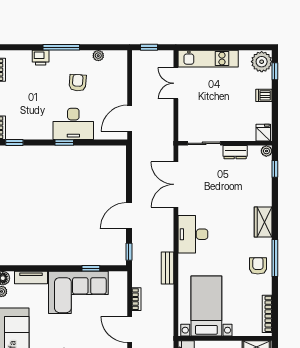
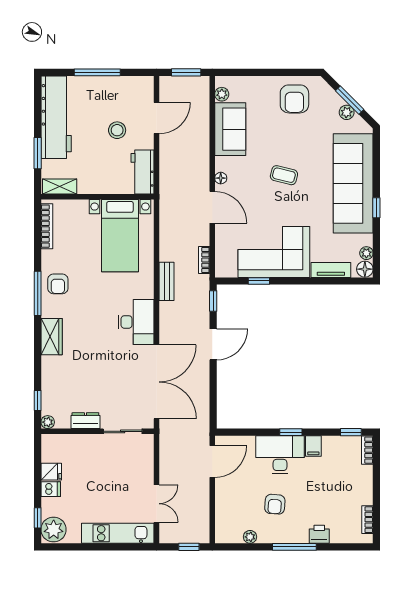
filing cabinet: (46, 131) -> (313, 446), added
fridge: (263, 133) -> (51, 472), moved, turned -90
double door: (176, 184) -> (157, 382), width x1.36
bookcase: (136, 299) -> (204, 260), moved

